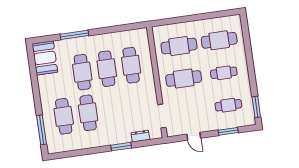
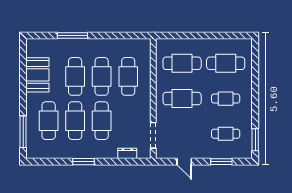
booth: (45, 58) -> (37, 75), moved
cafe table: (113, 109) -> (102, 121), added
window: (121, 147) -> (83, 162), moved

